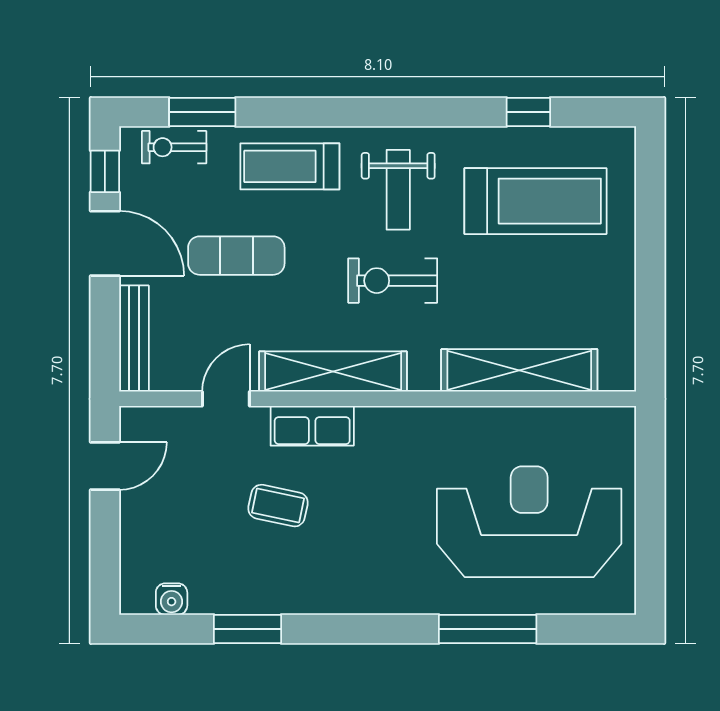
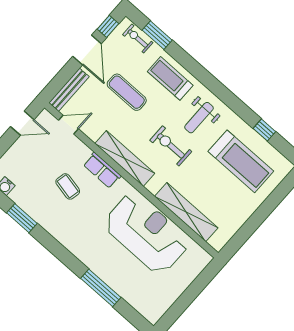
door: (226, 399) -> (68, 125), moved
reception desk: (529, 522) -> (146, 233), moved

